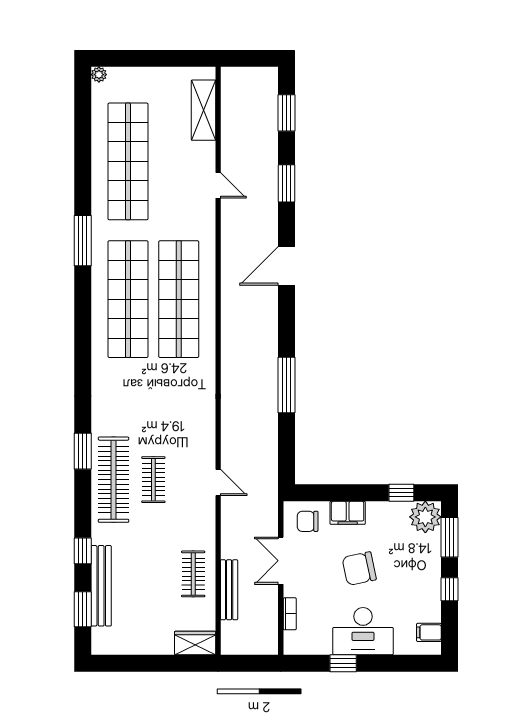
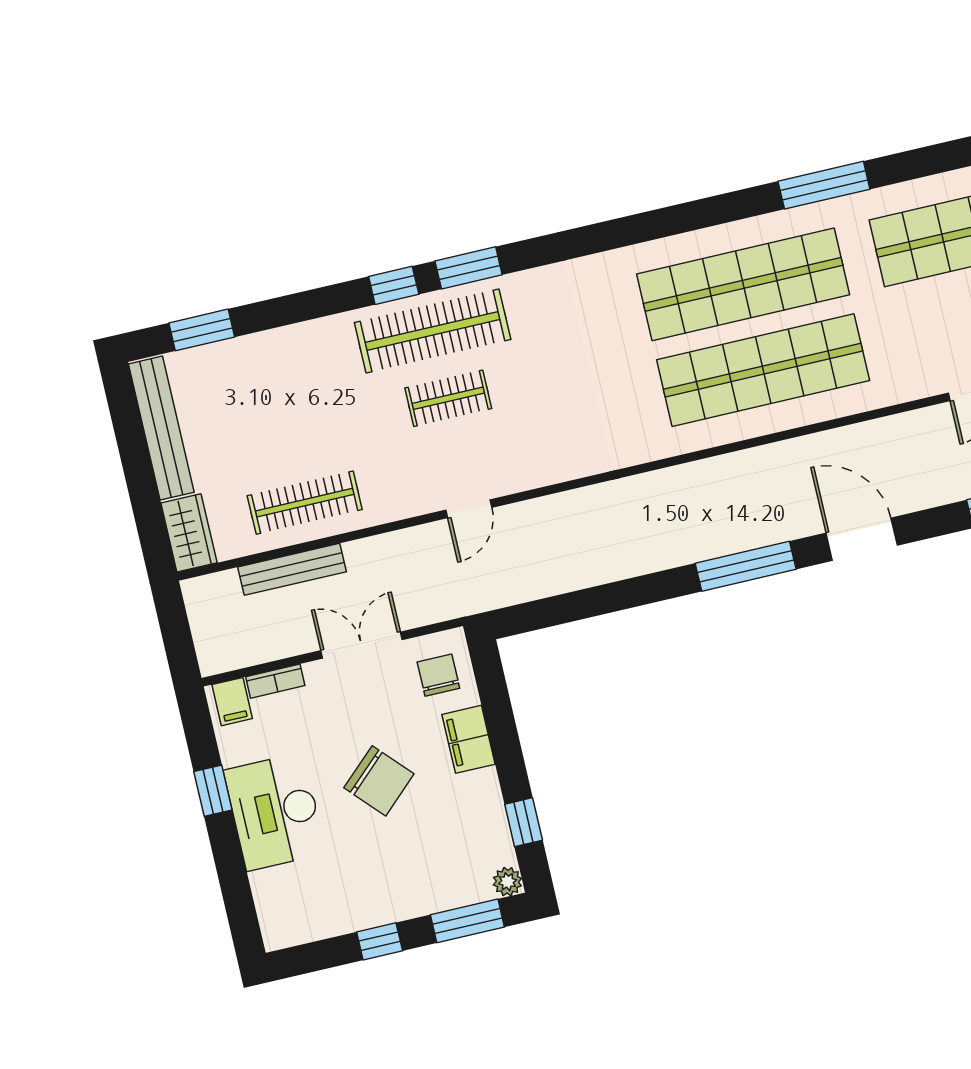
window: (287, 385) -> (746, 566), moved
plant: (425, 517) -> (507, 882), width x0.53, depth x0.53
window: (83, 551) -> (394, 285), moved
chair: (359, 569) -> (379, 781), turned 149
clothes rail: (193, 574) -> (305, 503), width x1.36
bench: (101, 586) -> (161, 428), moved, turned 90
filing cabinet: (429, 632) -> (232, 702), moved, turned 180

